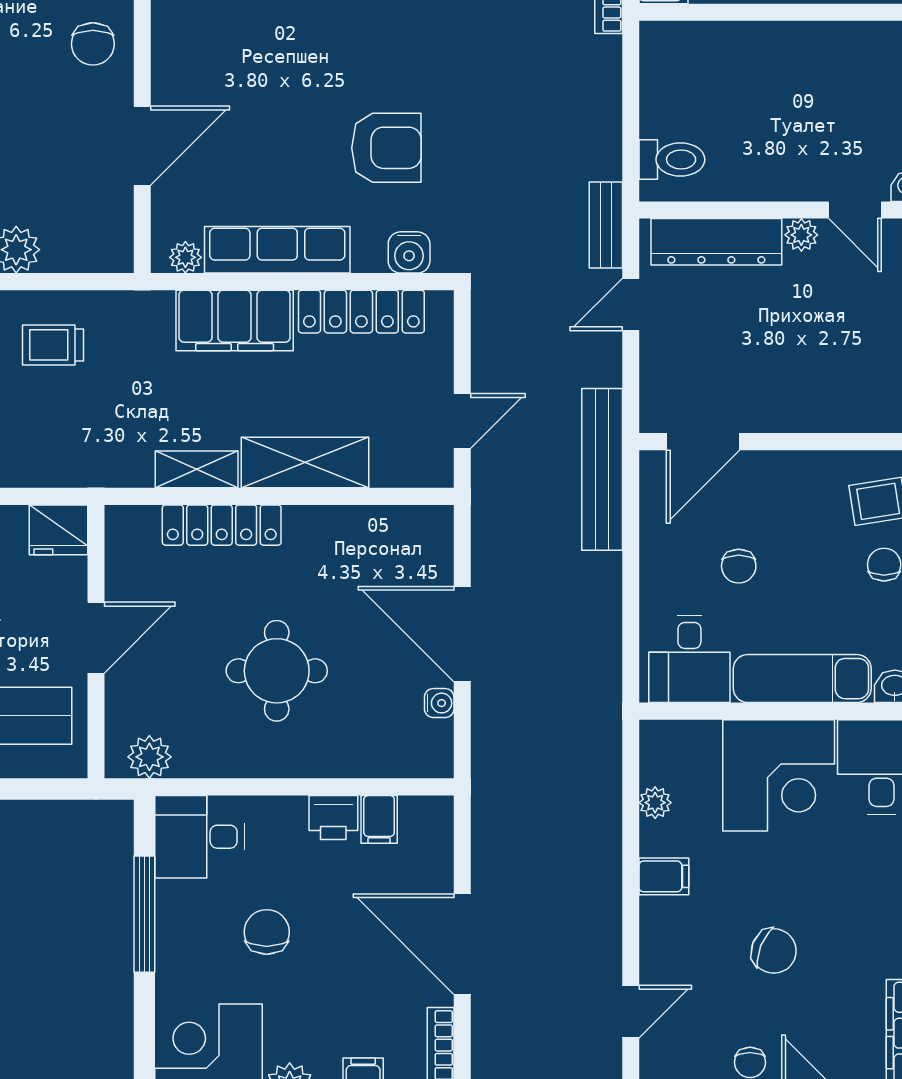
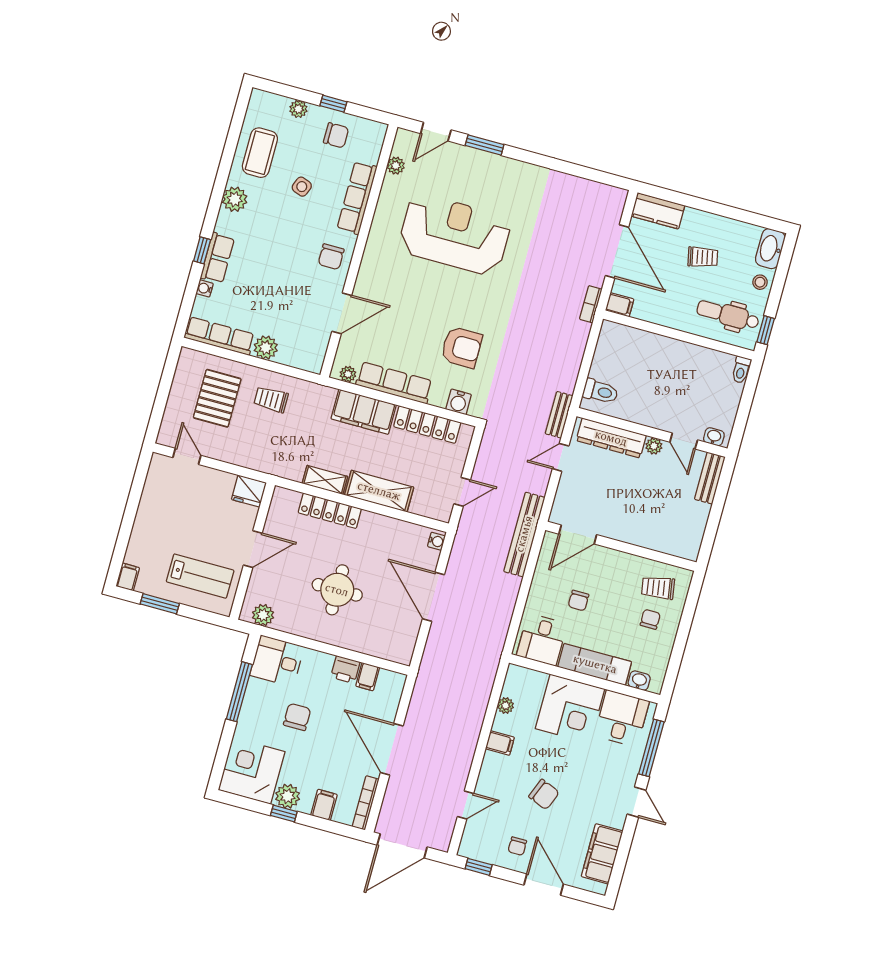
water cooler: (439, 703) -> (436, 541), moved

